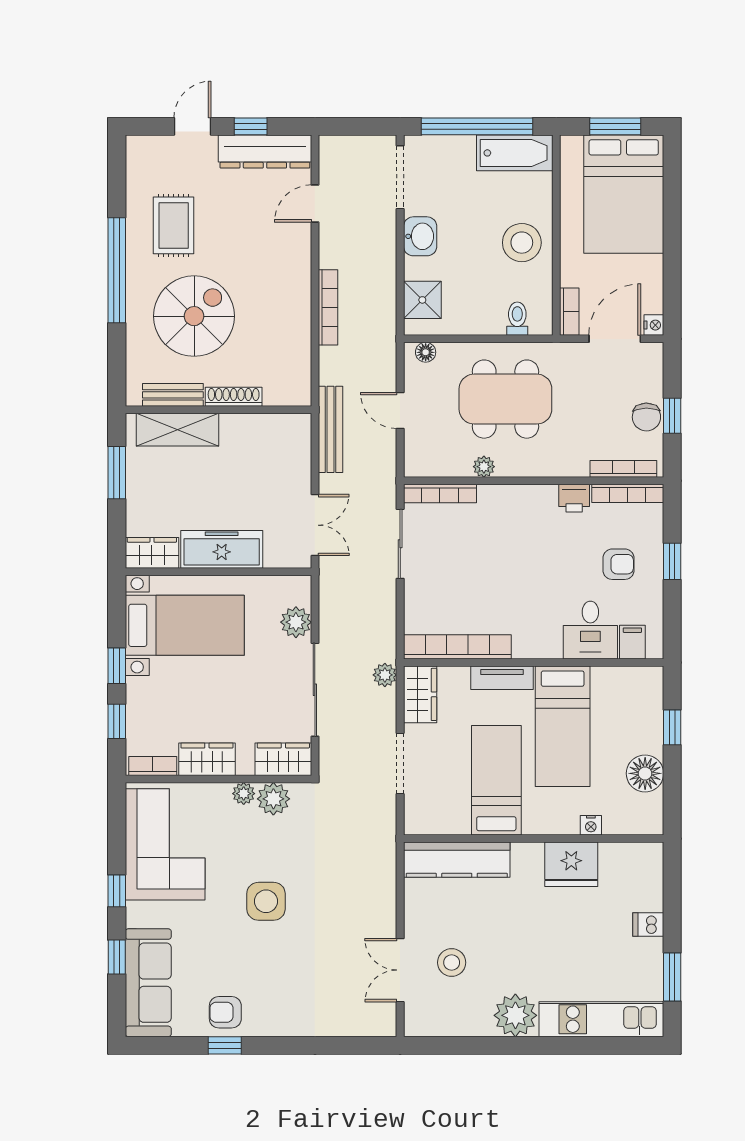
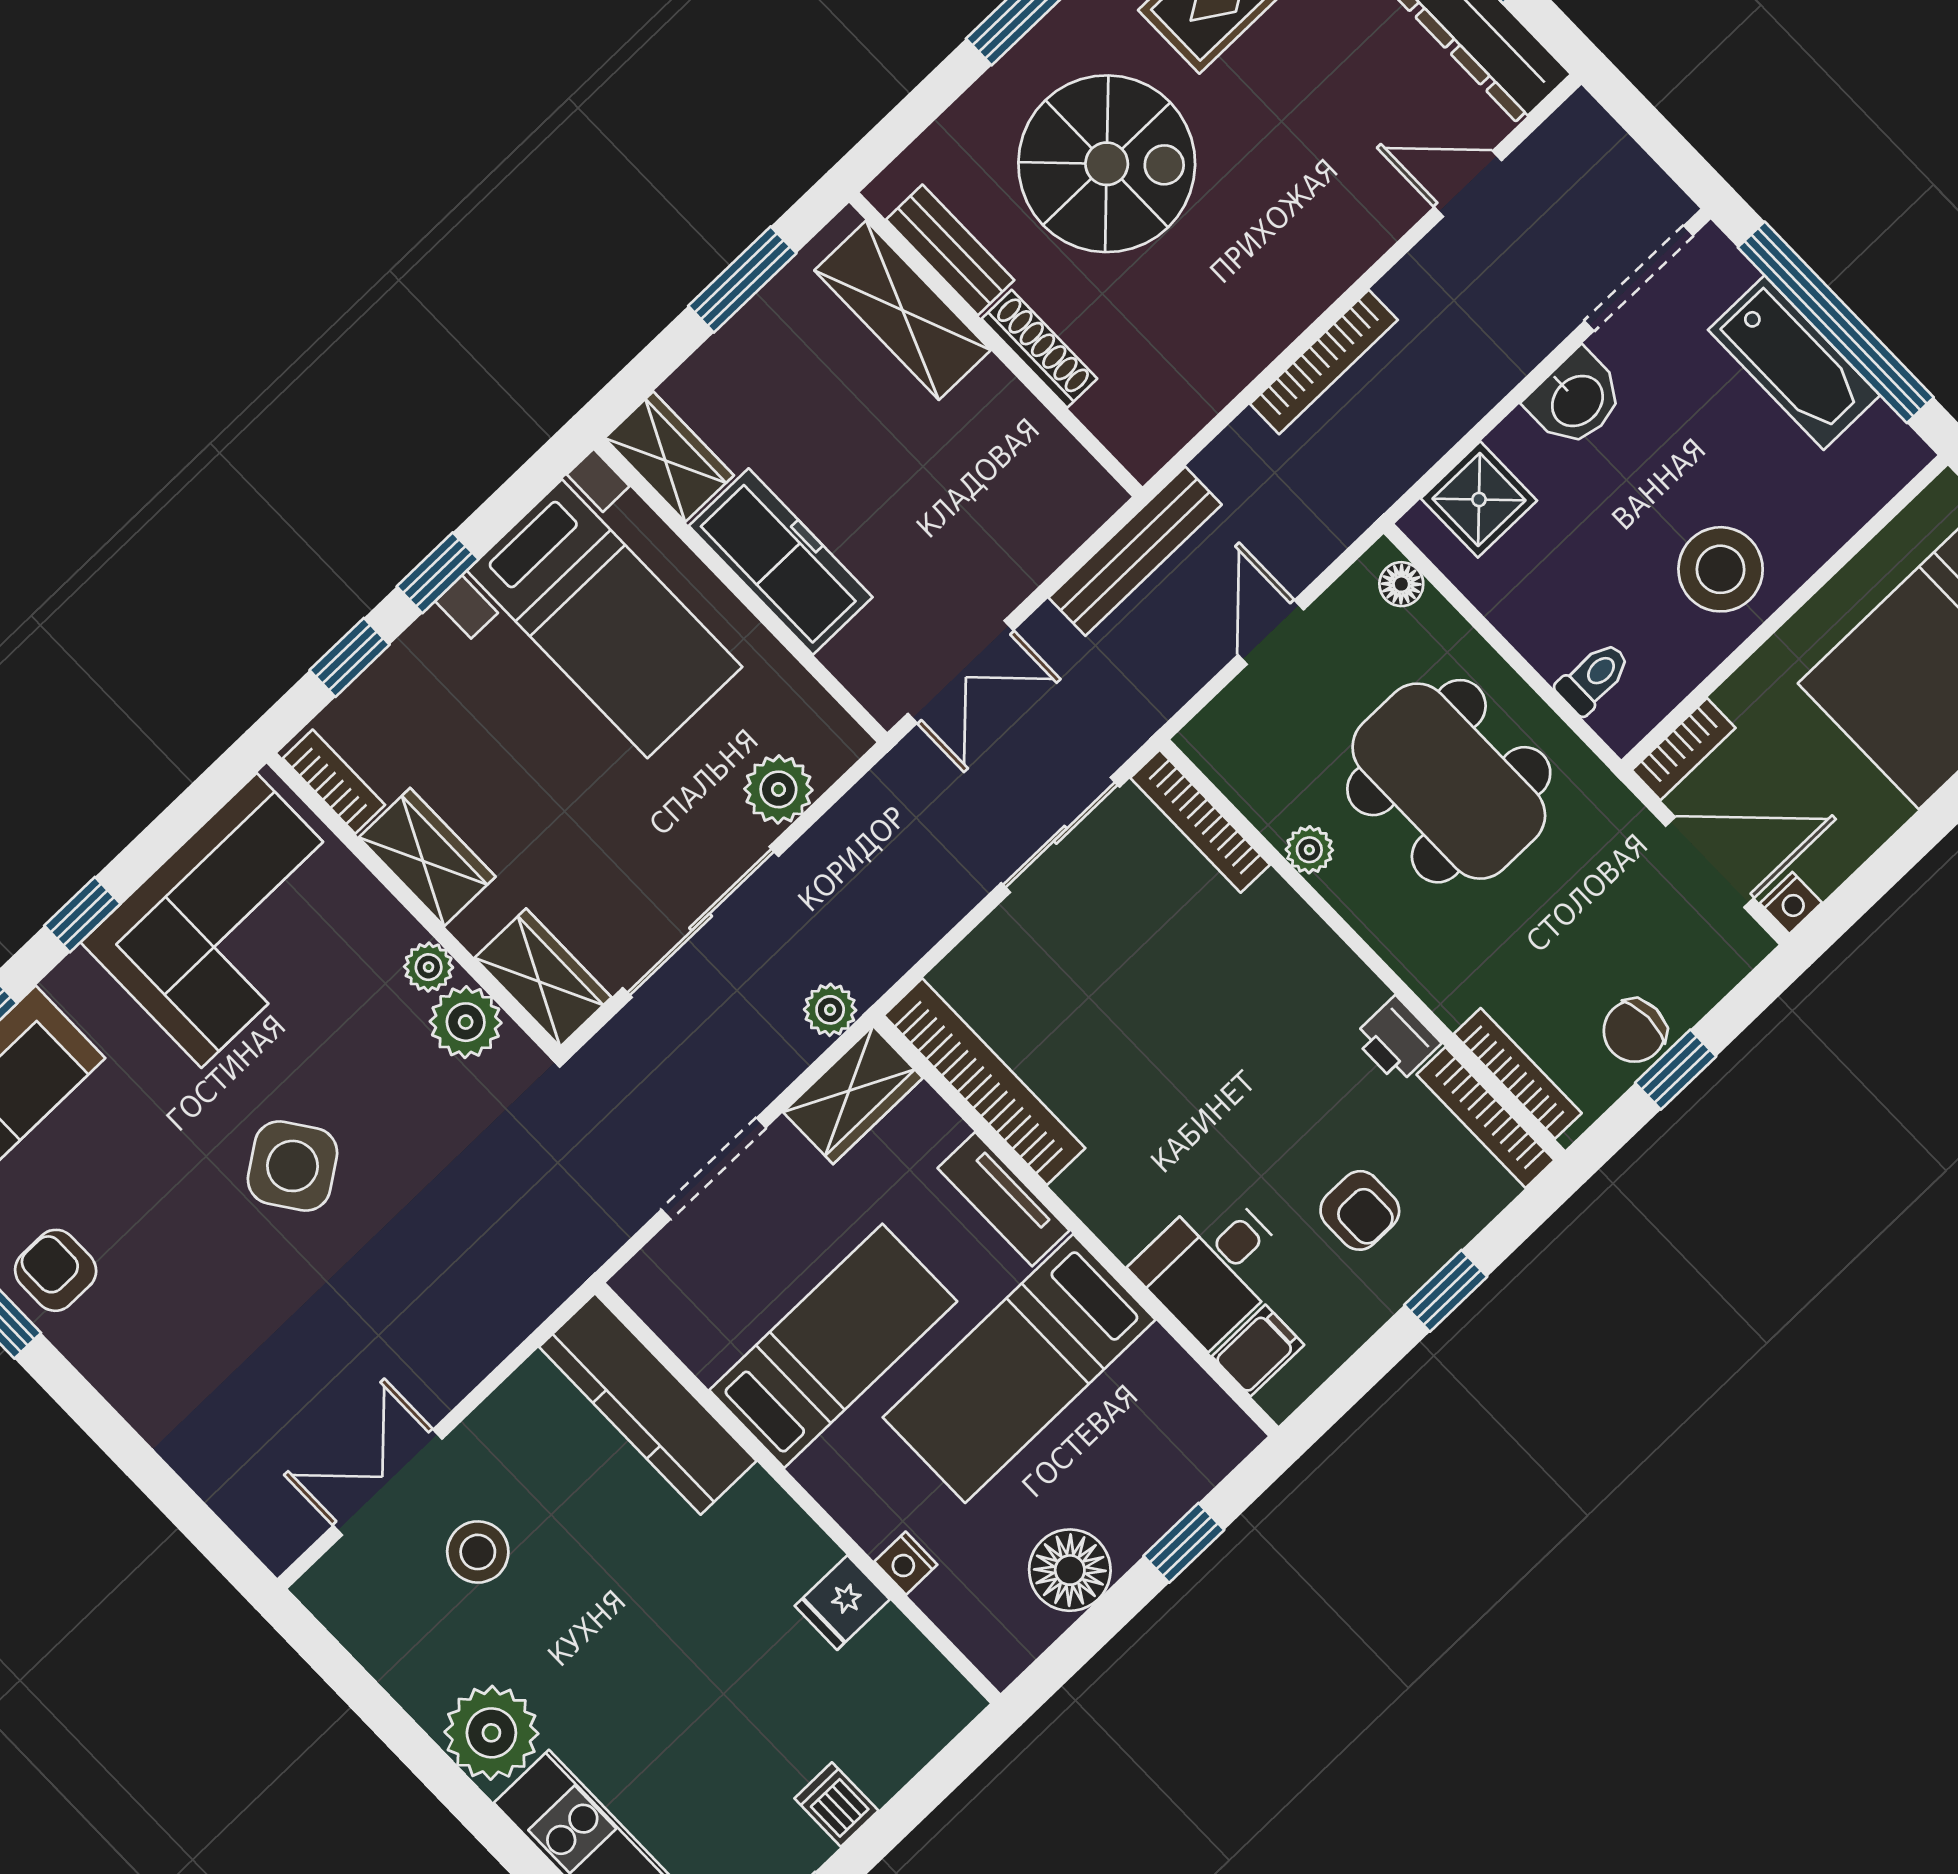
bathtub: (515, 153) -> (1794, 363), moved
fridge: (571, 864) -> (842, 1603), width x0.53, depth x0.75
side table: (266, 901) -> (293, 1166), turned -35

